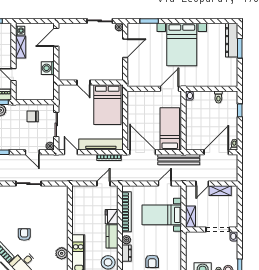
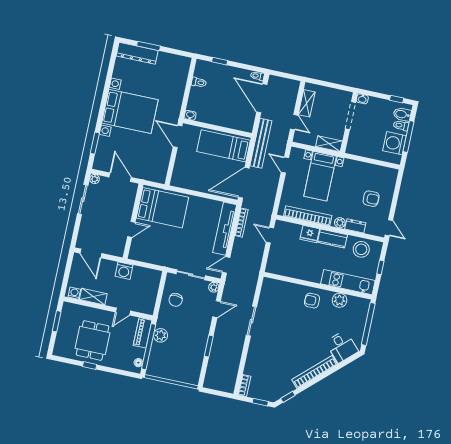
door: (83, 82) -> (131, 229), moved
wall: (91, 82) -> (133, 221), moved
bed: (107, 105) -> (162, 208), moved
armchair: (24, 235) -> (312, 301), moved

